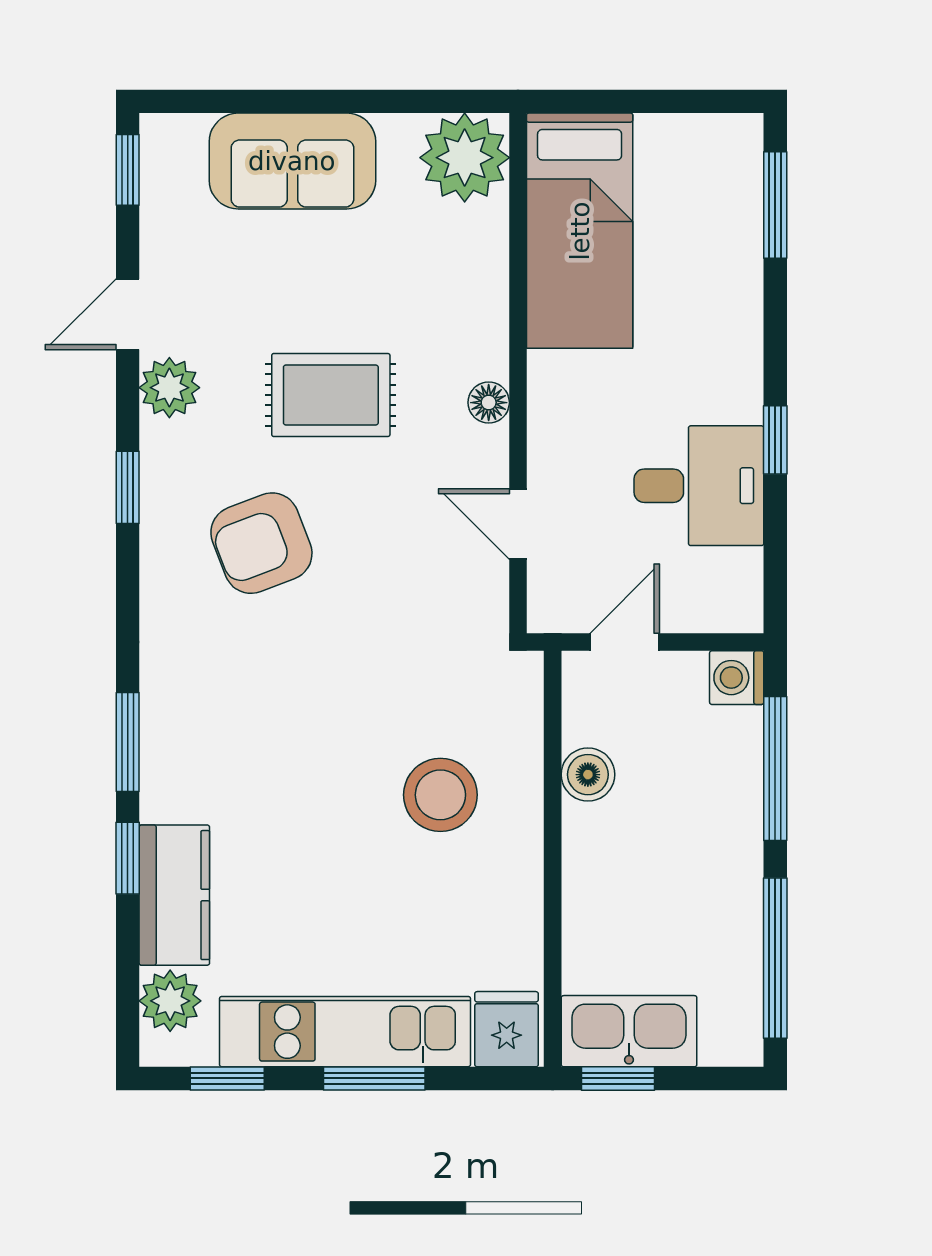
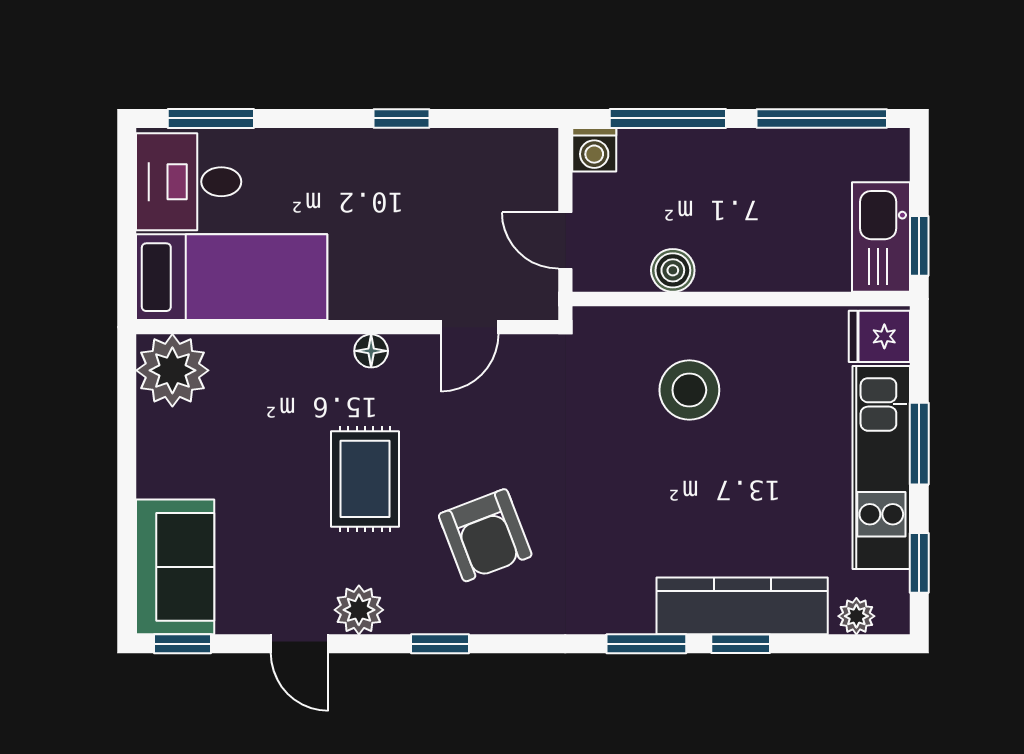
sofa: (292, 161) -> (175, 567), moved
desk: (699, 486) -> (189, 182), moved, turned -90
kitchen counter: (174, 895) -> (742, 606), width x1.50
plant: (170, 1001) -> (856, 616), width x0.73, depth x0.73

